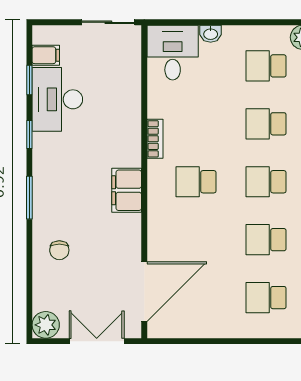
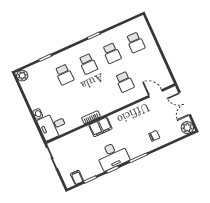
school desk: (266, 66) -> (41, 85), removed
desk: (57, 99) -> (113, 156), moved
school desk: (196, 182) -> (125, 82), moved
filing cabinet: (127, 190) -> (100, 127), moved
door: (144, 292) -> (155, 93), width x0.53

